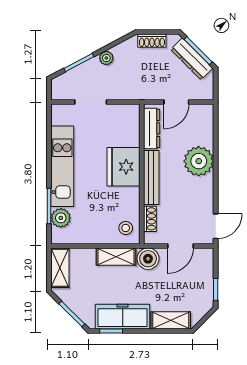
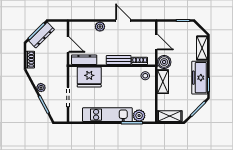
plant: (199, 161) -> (100, 27), width x0.53, depth x0.53
fridge: (124, 167) -> (89, 77), moved
bench: (151, 177) -> (119, 60), width x0.73
door: (216, 226) -> (123, 20), moved

